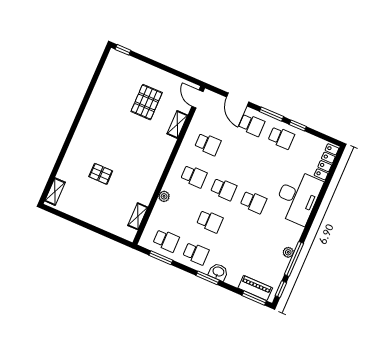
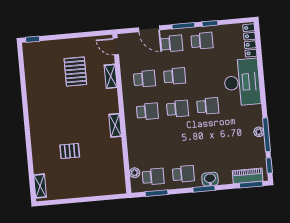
plant: (164, 196) -> (135, 173), moved
shelving: (138, 216) -> (115, 125), moved
school desk: (210, 221) -> (175, 76), moved

